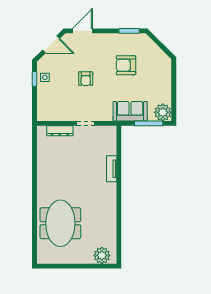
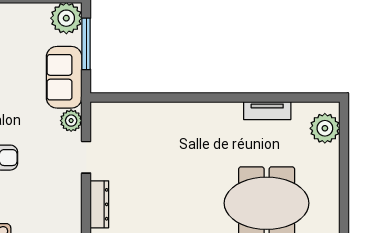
plant: (106, 115) -> (71, 121), added
tv unit: (112, 169) -> (267, 111), moved

